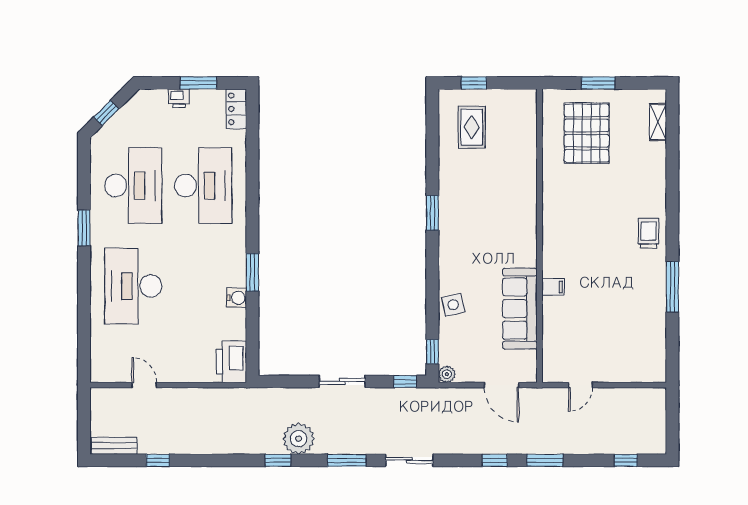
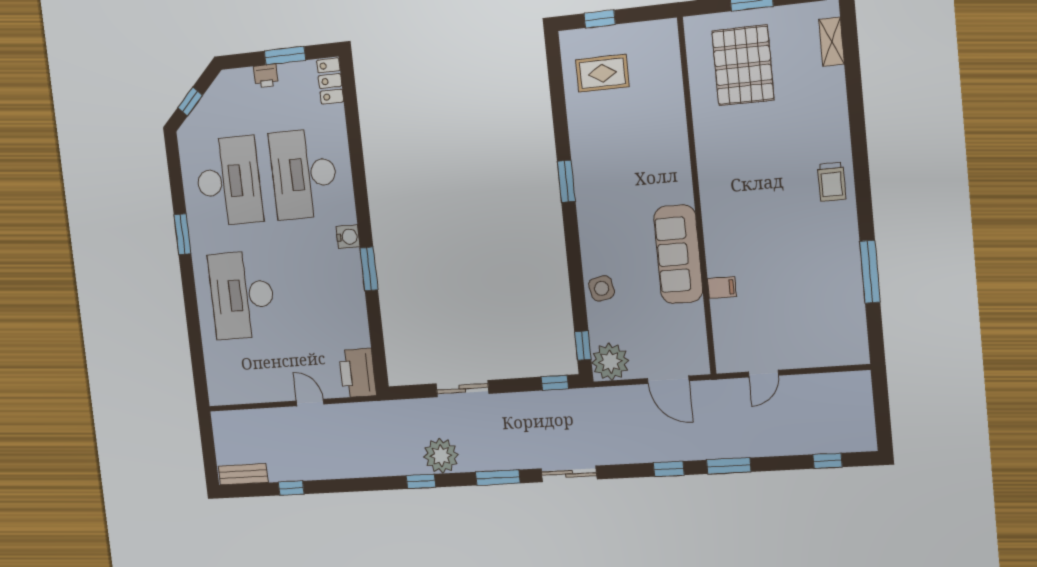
rug: (472, 127) -> (602, 73), turned 90
desk: (203, 186) -> (304, 174), turned 180
trolley: (649, 233) -> (832, 182), turned 180
filing cabinet: (553, 287) -> (722, 288), moved
window: (672, 287) -> (870, 272), moved
water cooler: (237, 298) -> (348, 237), moved
sofa: (520, 309) -> (678, 254), moved
plant: (447, 374) -> (610, 362), width x1.88, depth x1.88
sliding door: (342, 382) -> (462, 389), moved
door: (144, 385) -> (310, 402), moved

